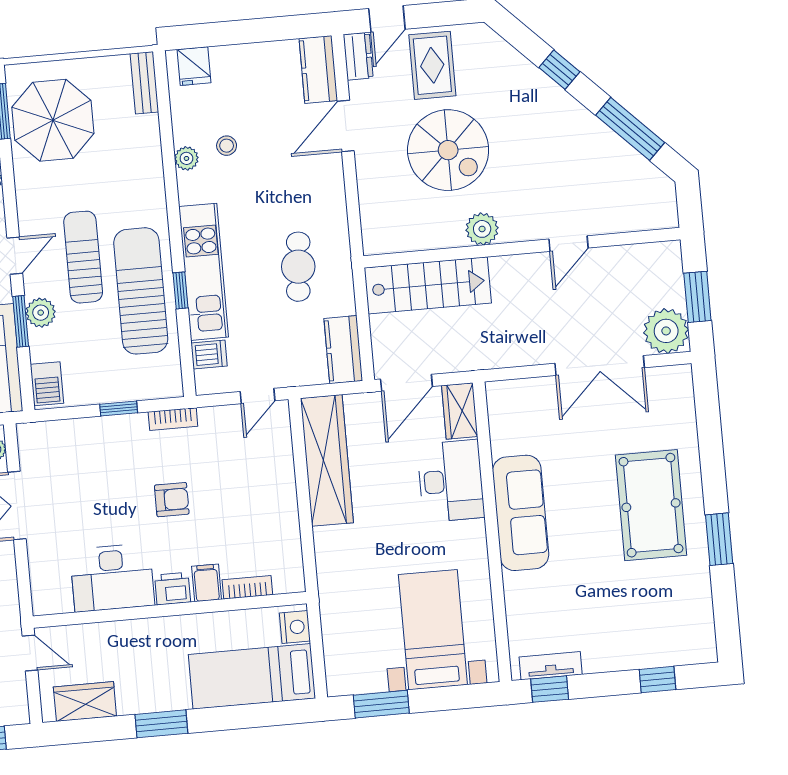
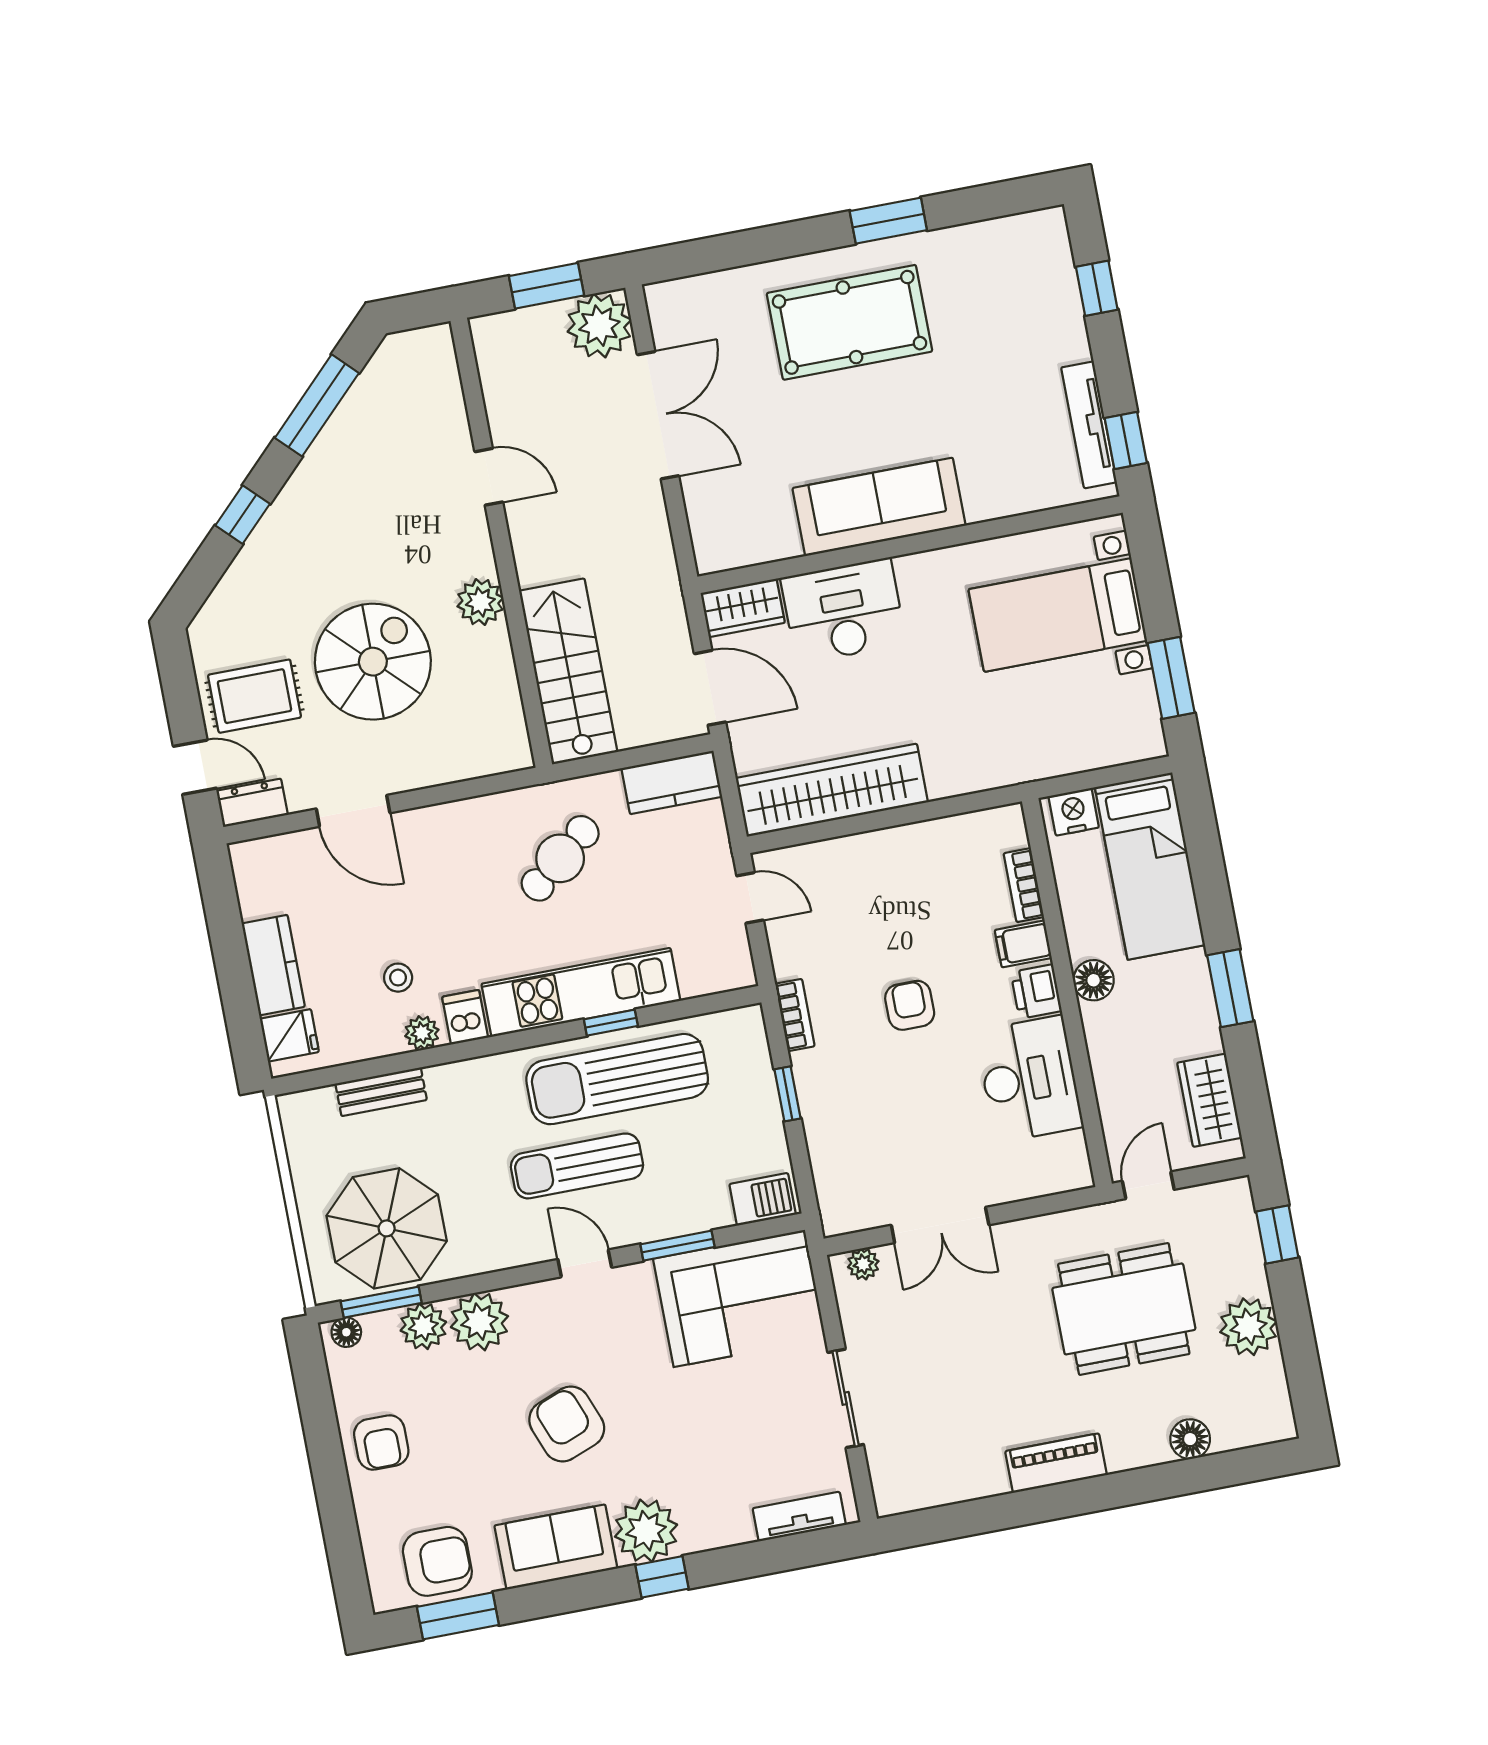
kitchen counter: (318, 70) -> (273, 965), moved, turned -90
bench: (144, 83) -> (381, 1092), moved
cafe table: (298, 267) -> (560, 858), turned -44
plant: (41, 313) -> (662, 1218), removed
dishwasher: (209, 354) -> (465, 1017), moved
floor lamp: (176, 629) -> (1094, 980), added
tv unit: (551, 666) -> (1089, 425), width x1.41

